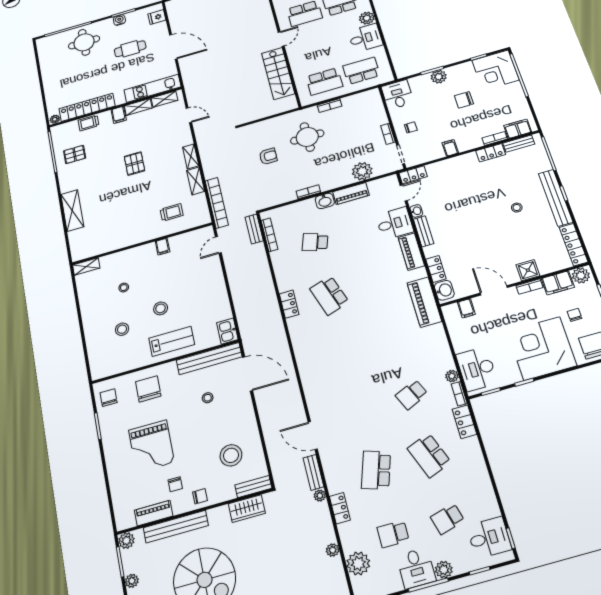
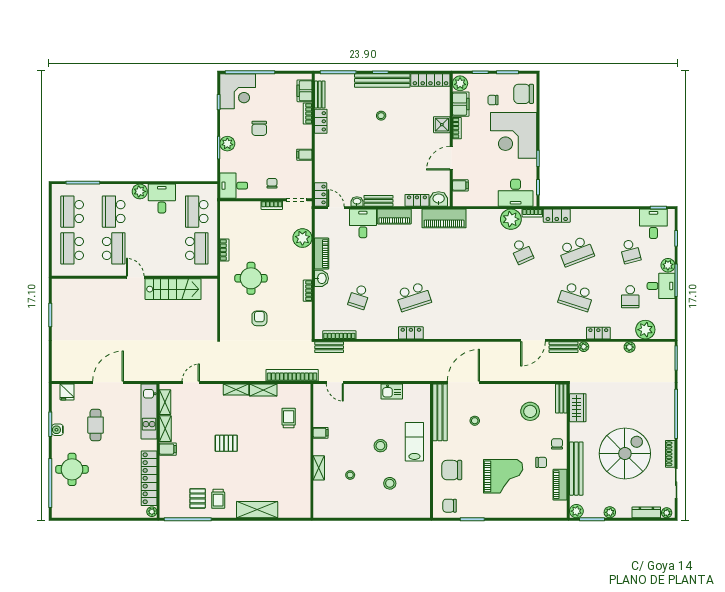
trolley: (88, 123) -> (218, 499), moved
shelving: (86, 267) -> (319, 468), moved
kitchen sink: (227, 331) -> (392, 392), moved
plant: (452, 376) -> (511, 219), width x1.88, depth x1.88

